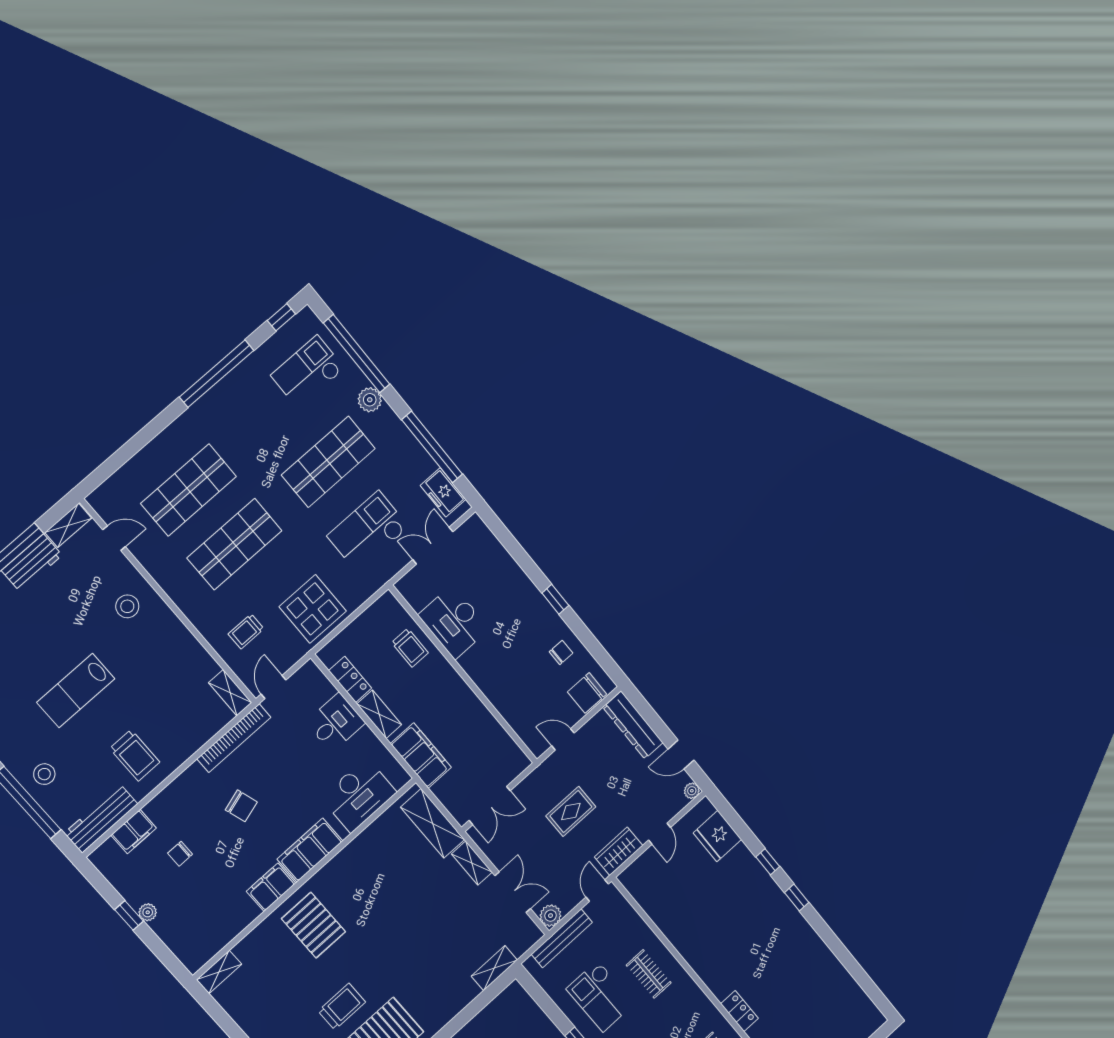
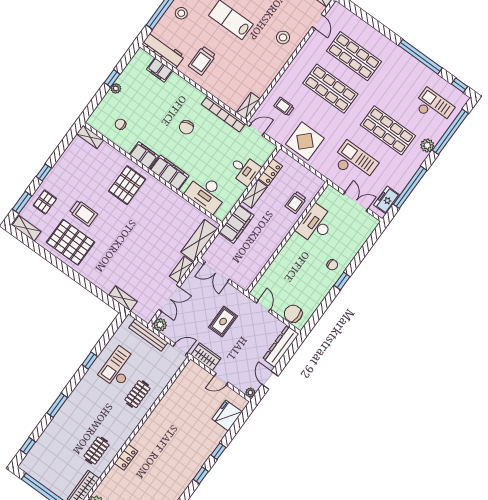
chair: (561, 652) -> (332, 265), moved
rug: (571, 811) -> (223, 322), turned 90
chair: (180, 854) -> (121, 124), moved

